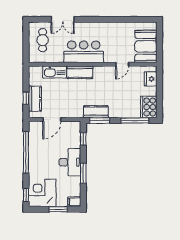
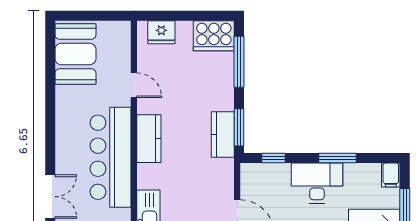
booth: (146, 46) -> (75, 54), moved, turned 90
bar counter: (84, 52) -> (111, 157), width x1.36
kitchen counter: (80, 72) -> (149, 139), moved

